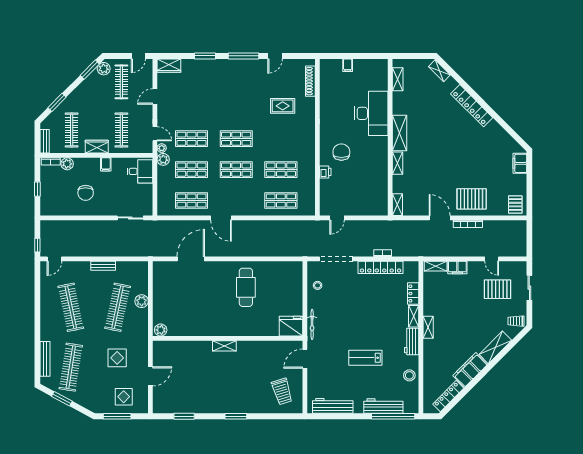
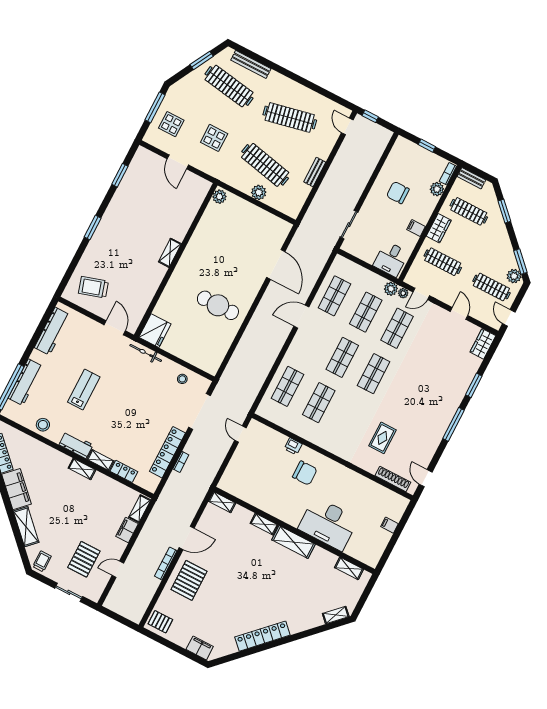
door: (275, 56) -> (426, 478), moved
locker: (472, 106) -> (262, 636), moved

